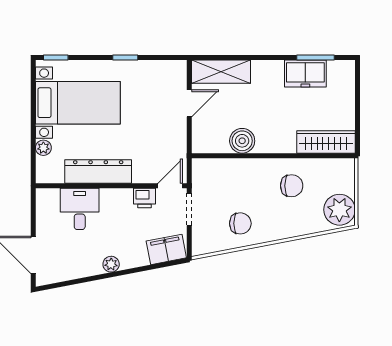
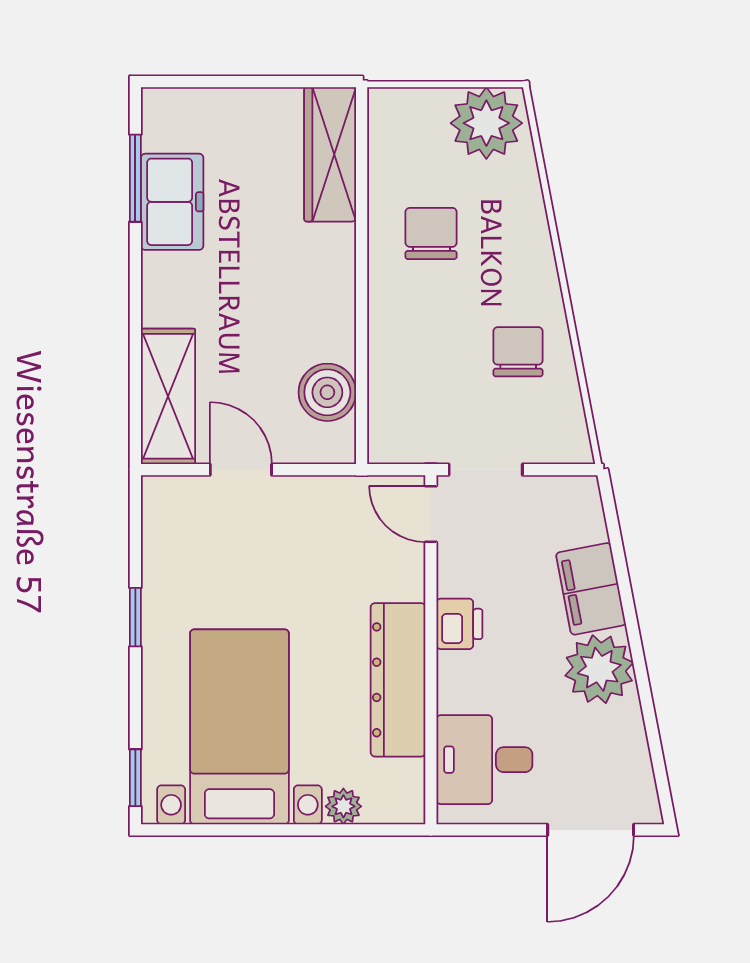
boiler: (242, 141) -> (327, 392), moved
printer: (144, 198) -> (459, 624), moved
desk: (80, 209) -> (484, 760), moved
filing cabinet: (166, 249) -> (591, 589), moved
plant: (111, 264) -> (599, 669), width x1.87, depth x1.87

